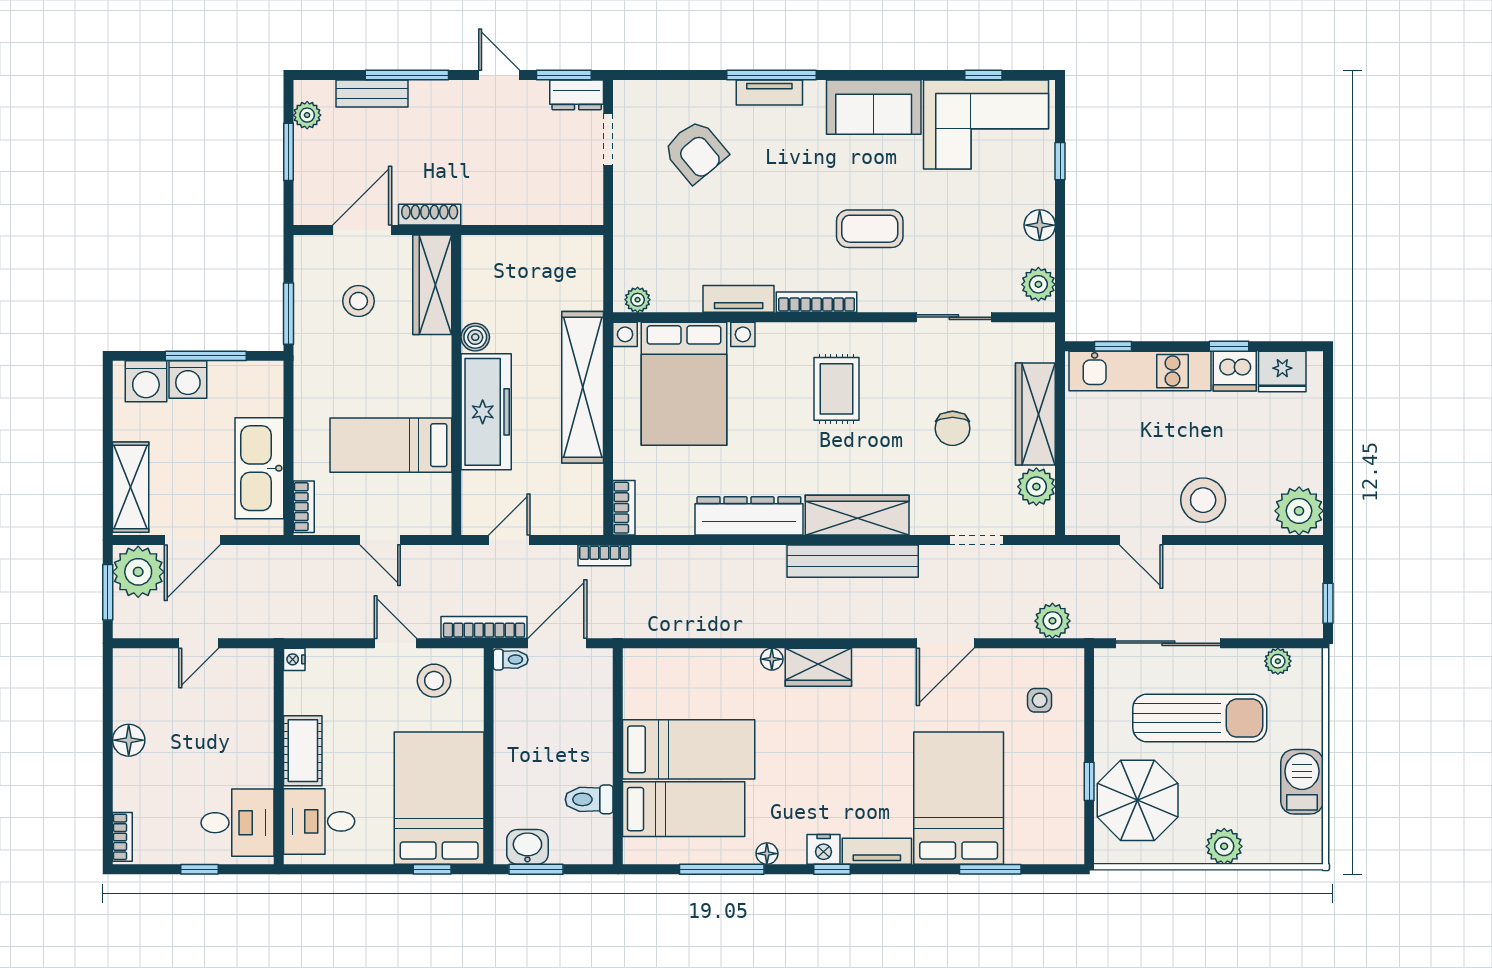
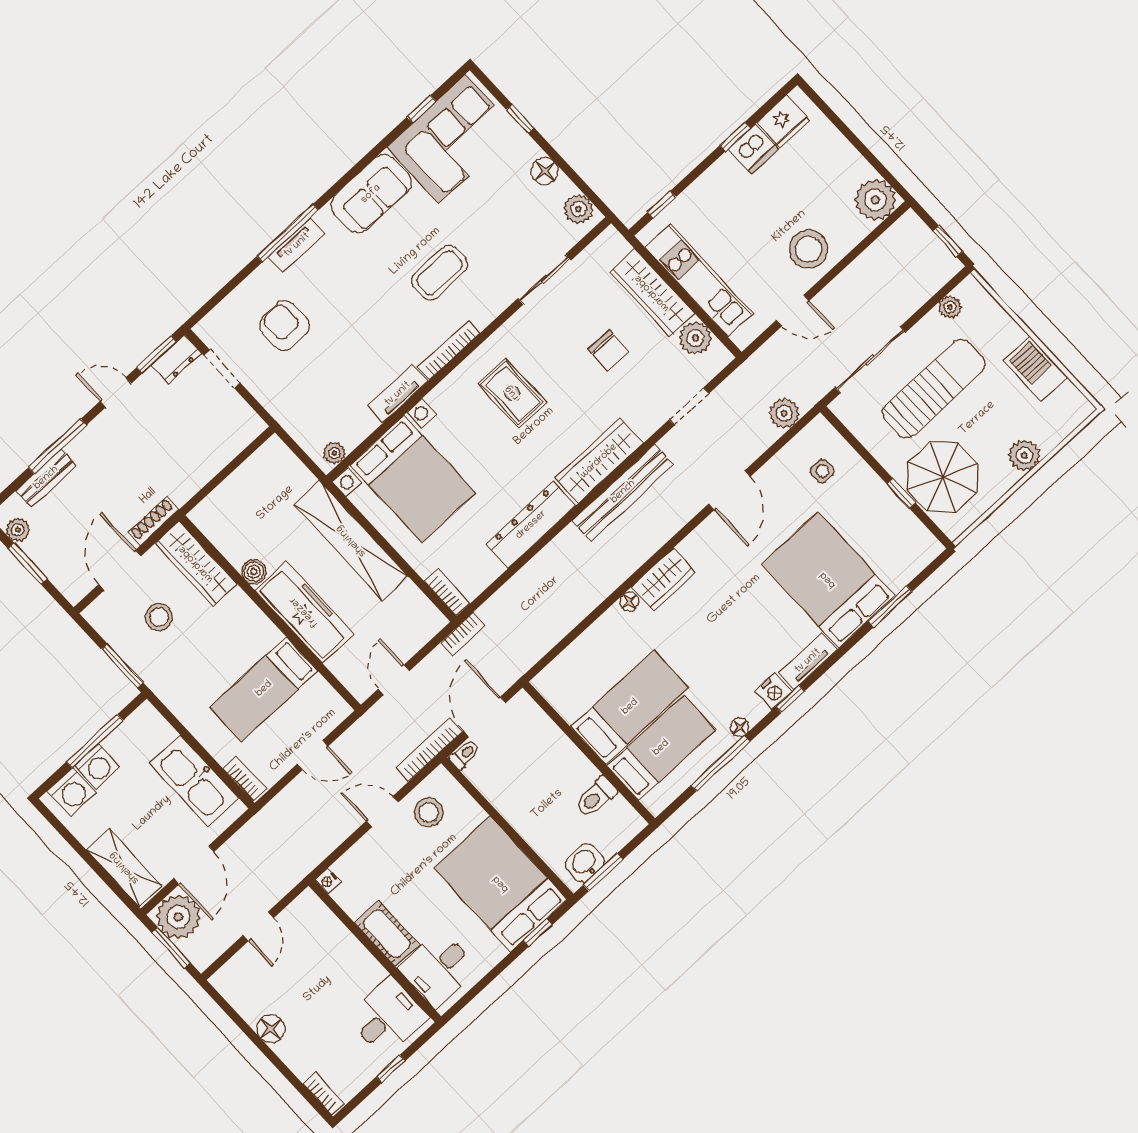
armchair: (696, 151) -> (284, 326), turned -140
kitchen unit: (1140, 371) -> (699, 280), moved, turned -90

